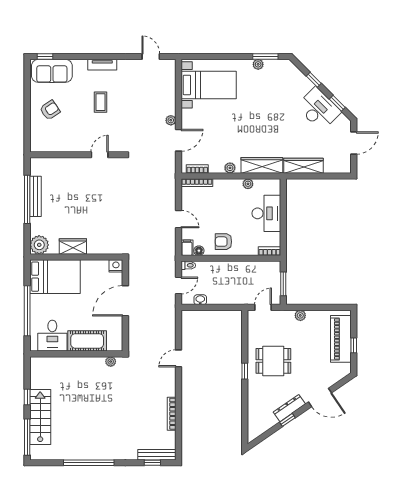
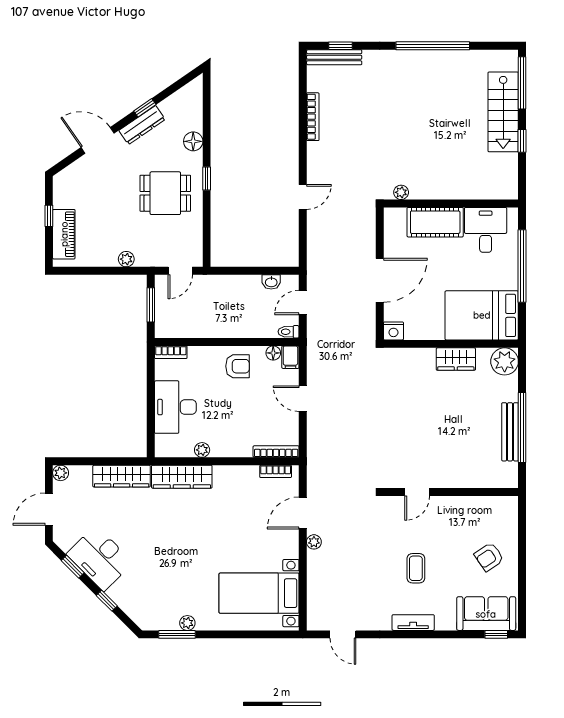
plant: (230, 168) -> (61, 473), moved
piano: (341, 339) -> (64, 234), width x0.73, depth x0.75
floor lamp: (254, 397) -> (193, 141), added

